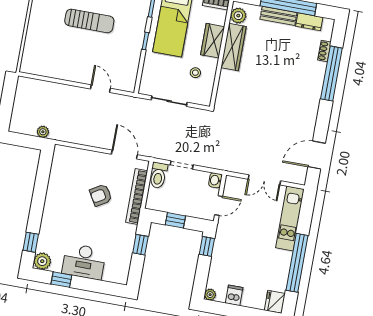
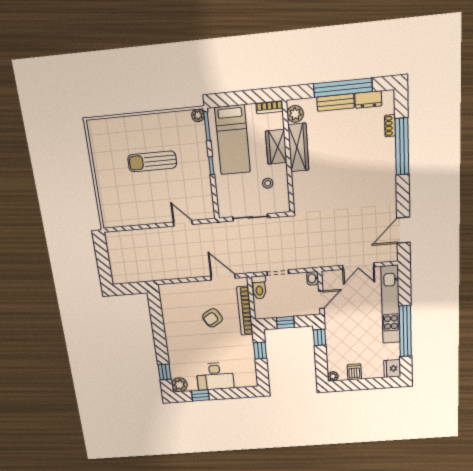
sun lounger: (89, 21) -> (152, 161), turned 180
plant: (43, 132) -> (143, 276), removed
kitchen unit: (290, 218) -> (390, 305), width x1.36

